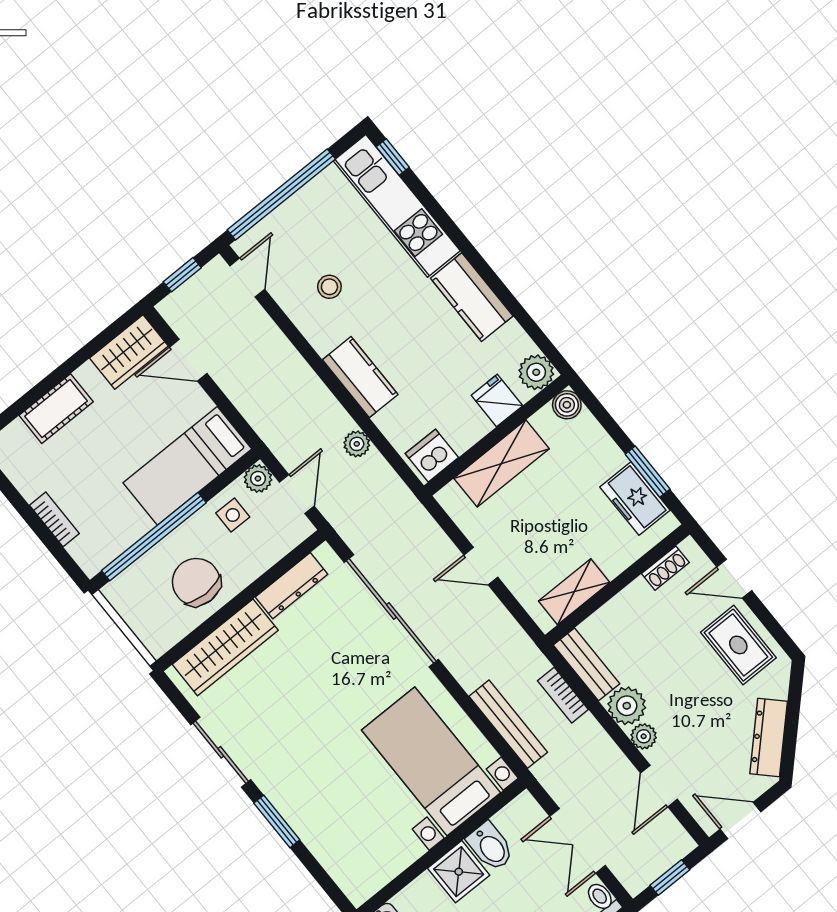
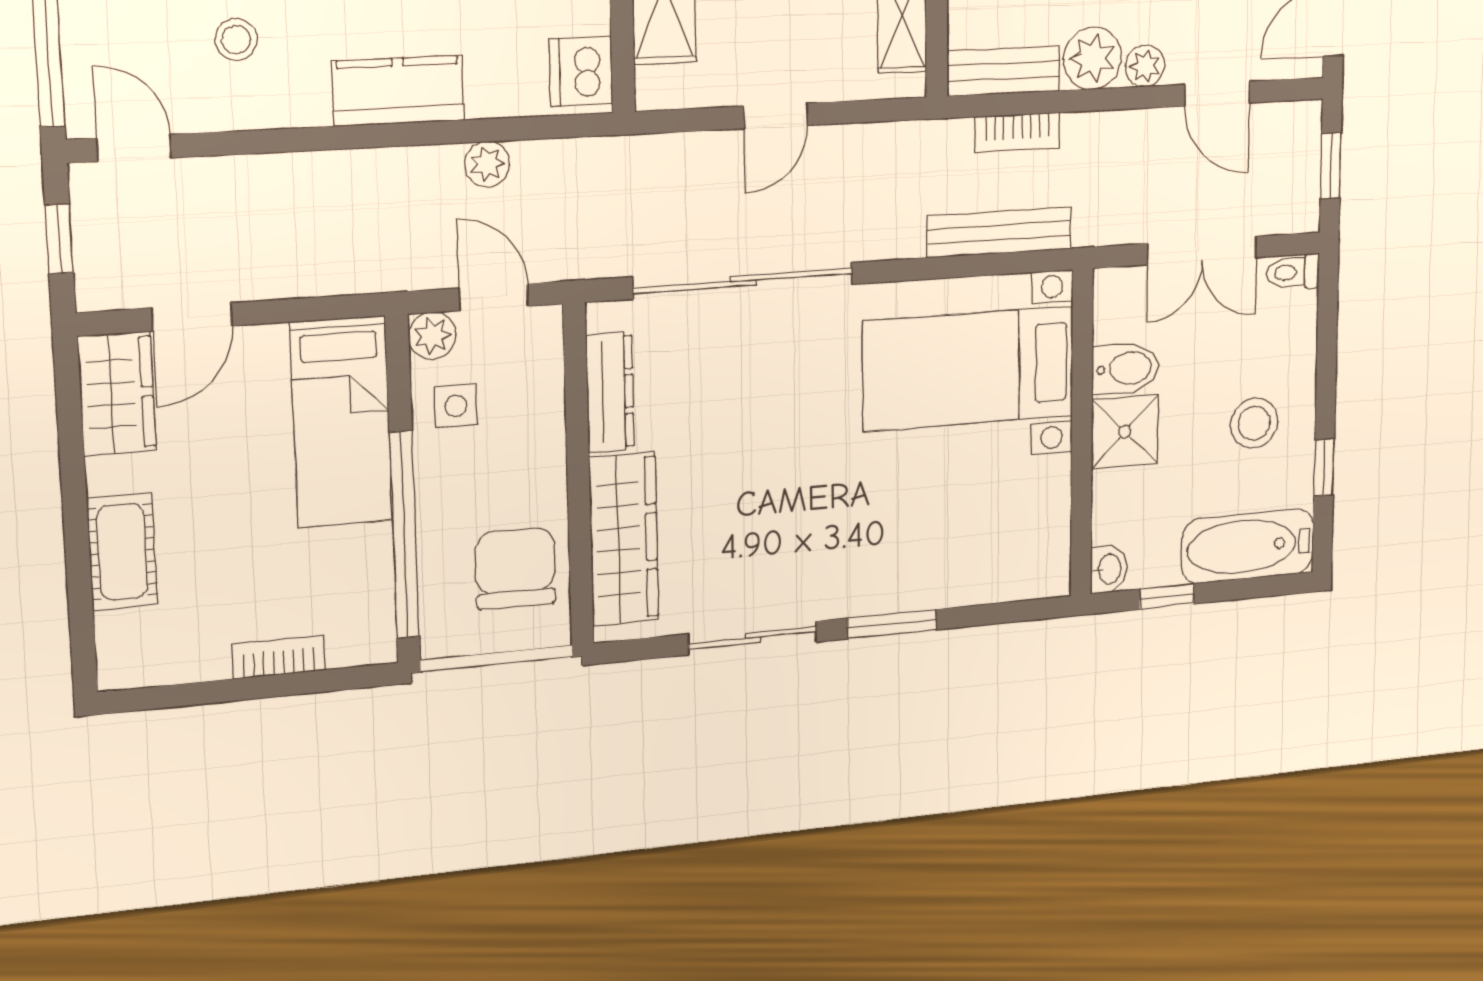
chair: (196, 582) -> (515, 568), moved, turned 90

